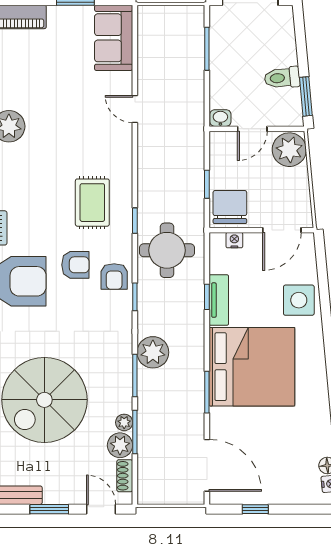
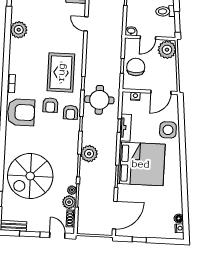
rug: (92, 203) -> (61, 72), width x1.36, depth x1.43
chair: (230, 207) -> (136, 67), moved
armchair: (75, 265) -> (50, 105), turned 90
door: (207, 465) -> (115, 215), hinge flipped

